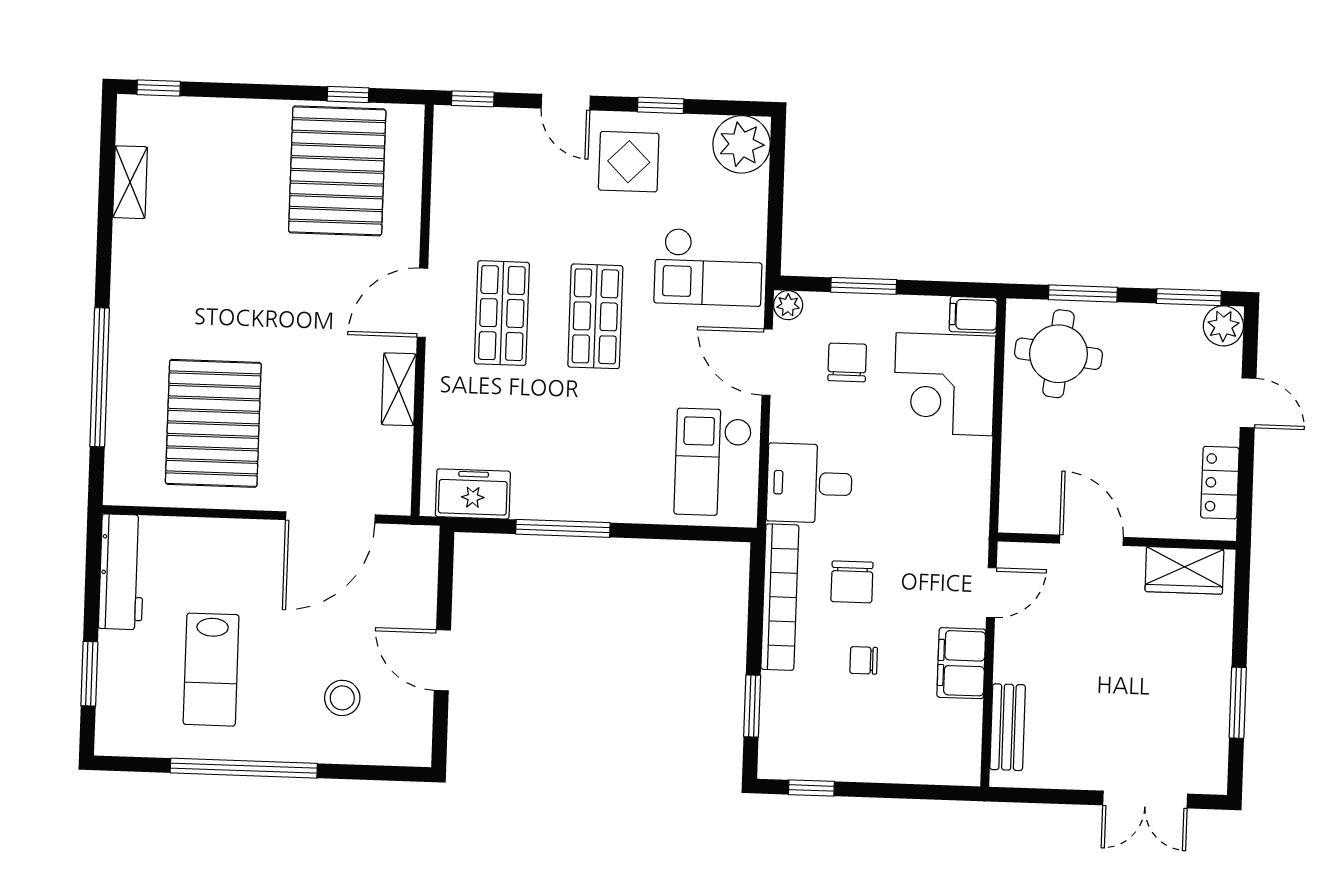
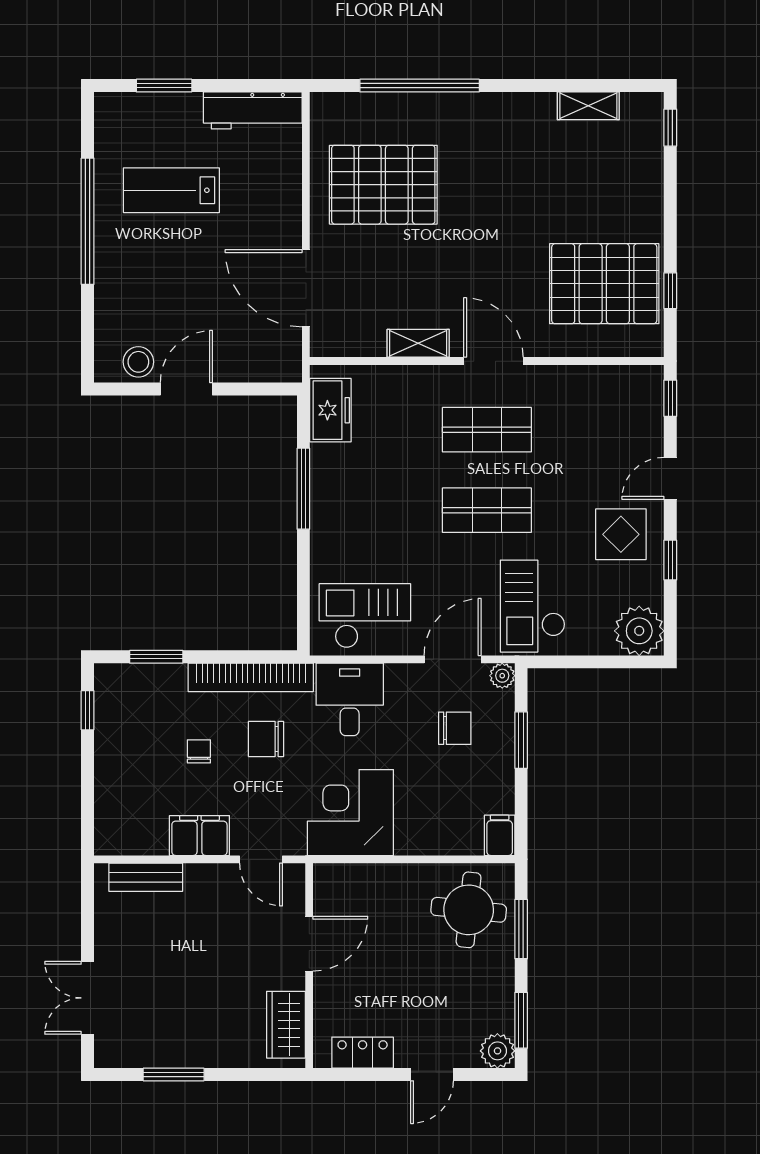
corner desk: (944, 384) -> (350, 813), moved
stool: (342, 698) -> (138, 362), moved

